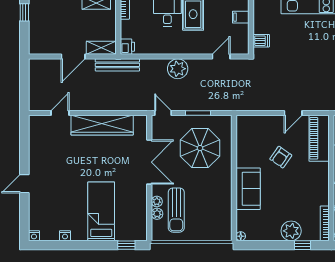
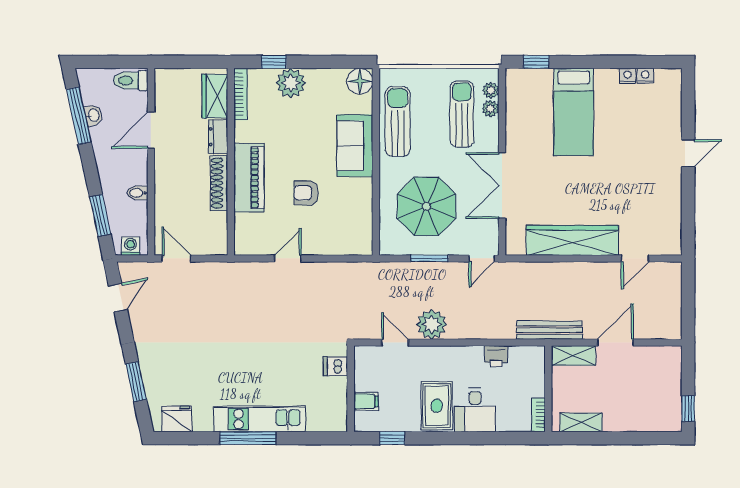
printer: (127, 47) -> (496, 356), moved, turned -90
door: (221, 57) -> (395, 343), swing flipped
plant: (178, 69) -> (432, 324), moved
door: (163, 113) -> (482, 258), hinge flipped
piano: (319, 138) -> (249, 178), moved
armchair: (281, 157) -> (306, 193), turned -125
plant: (157, 201) -> (491, 90), moved
sun lounger: (219, 205) -> (398, 121), added
nightstand: (34, 236) -> (645, 76), moved
floor lamp: (241, 236) -> (360, 81), width x1.89, depth x1.89

